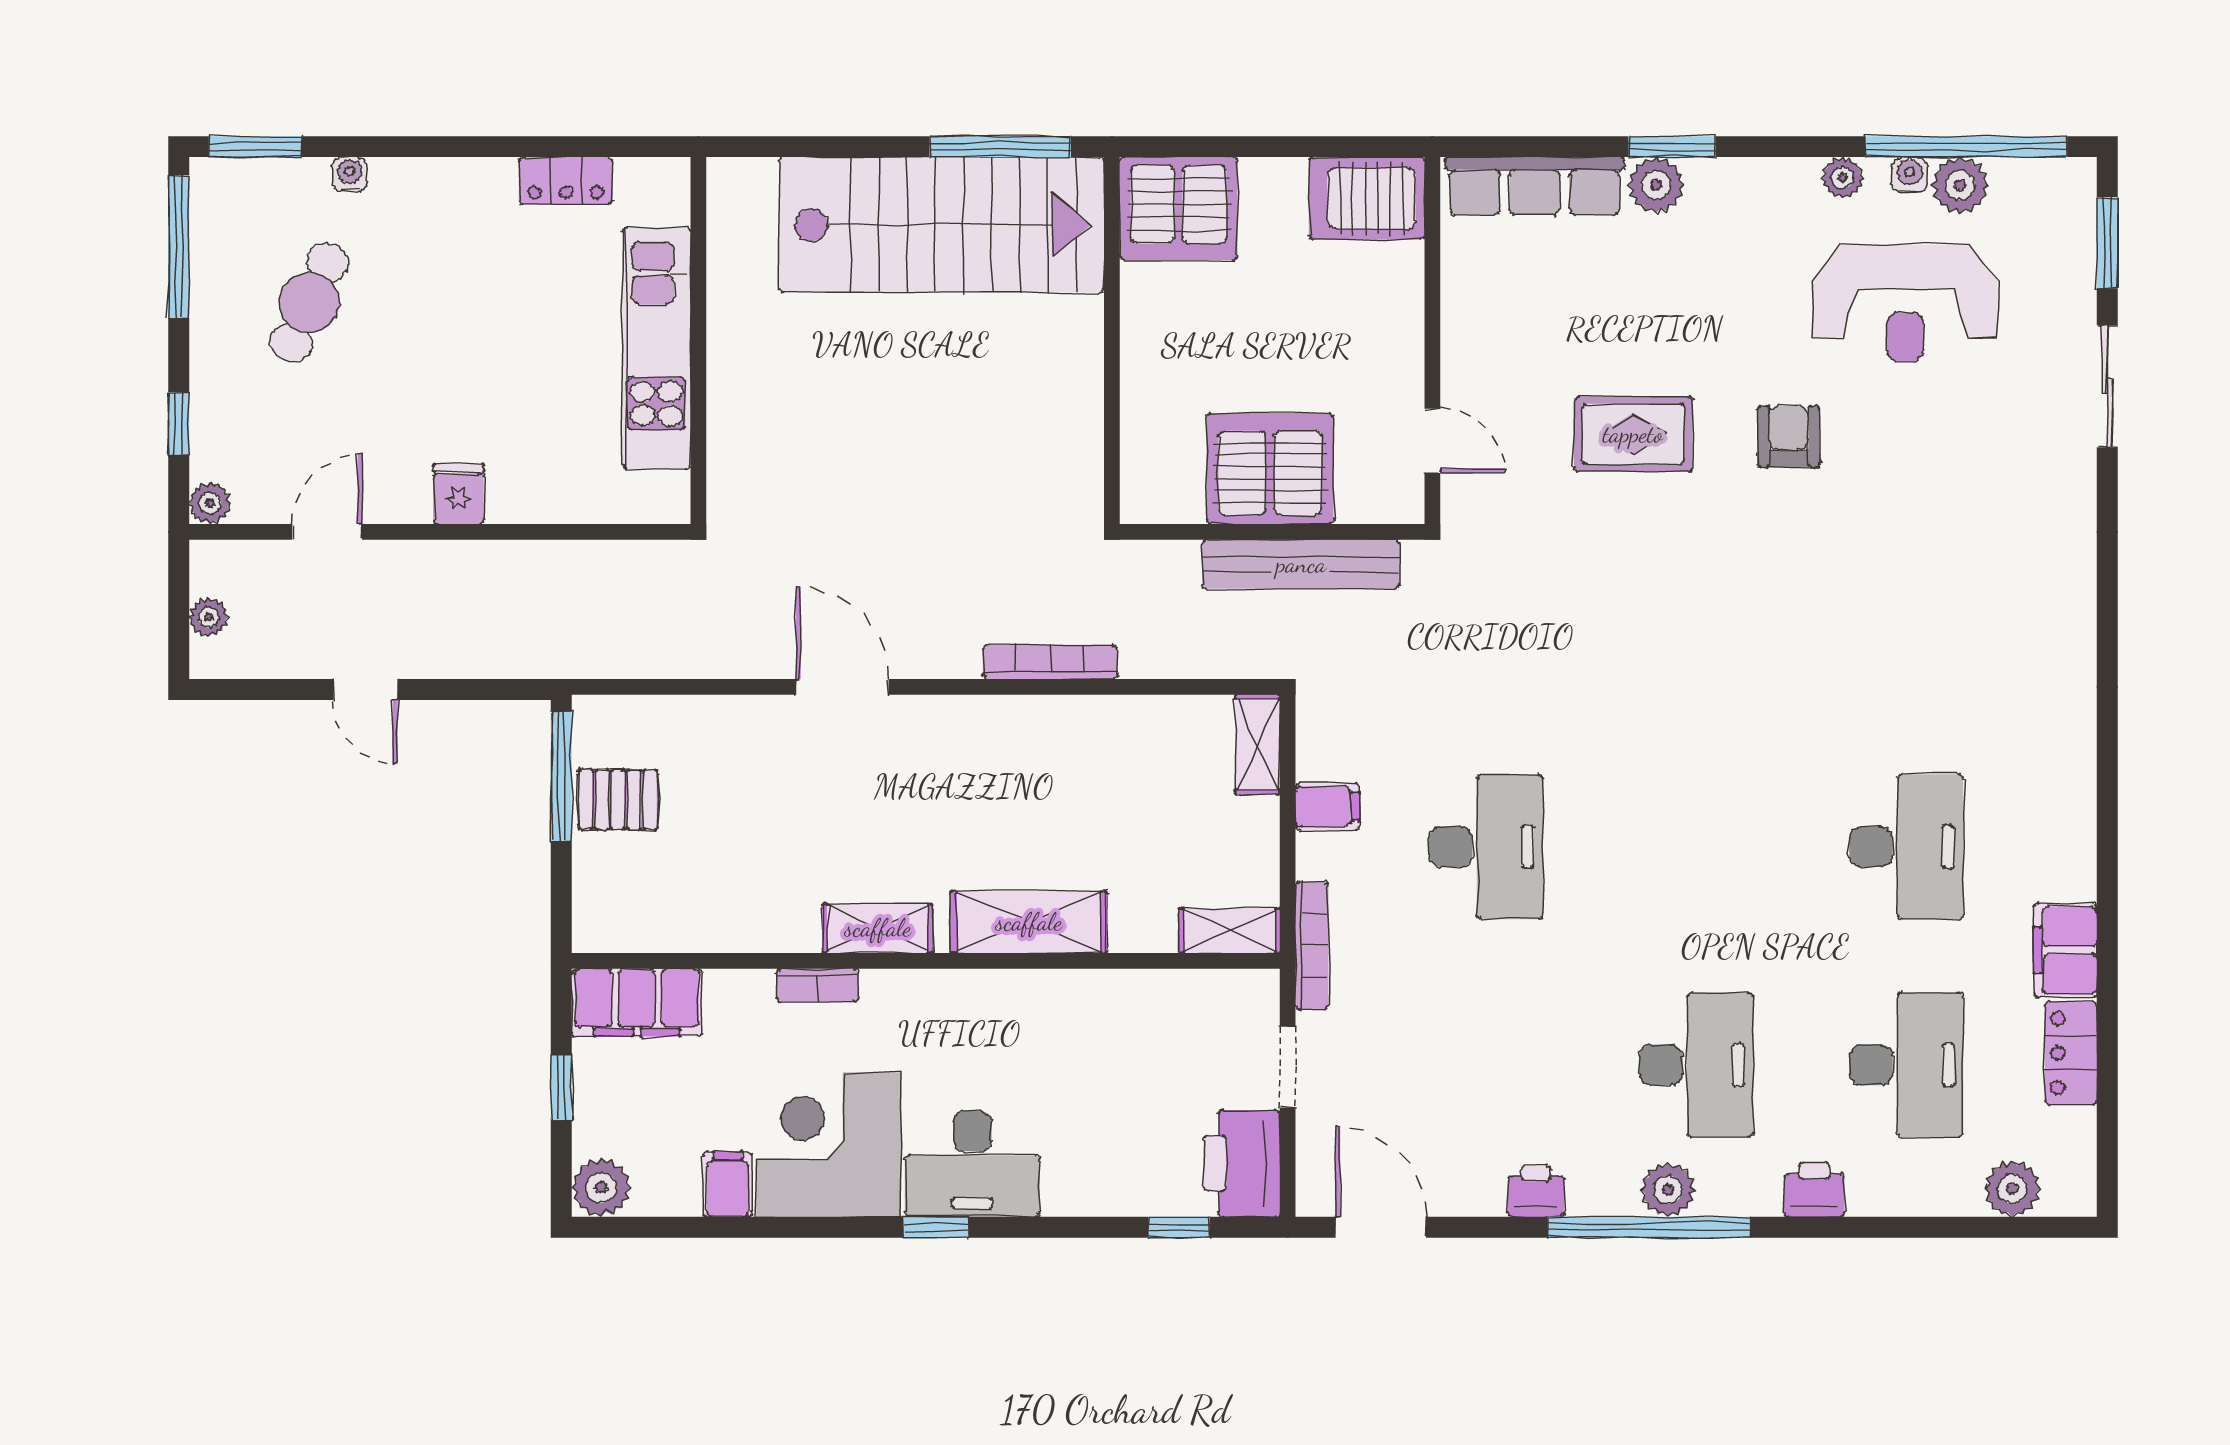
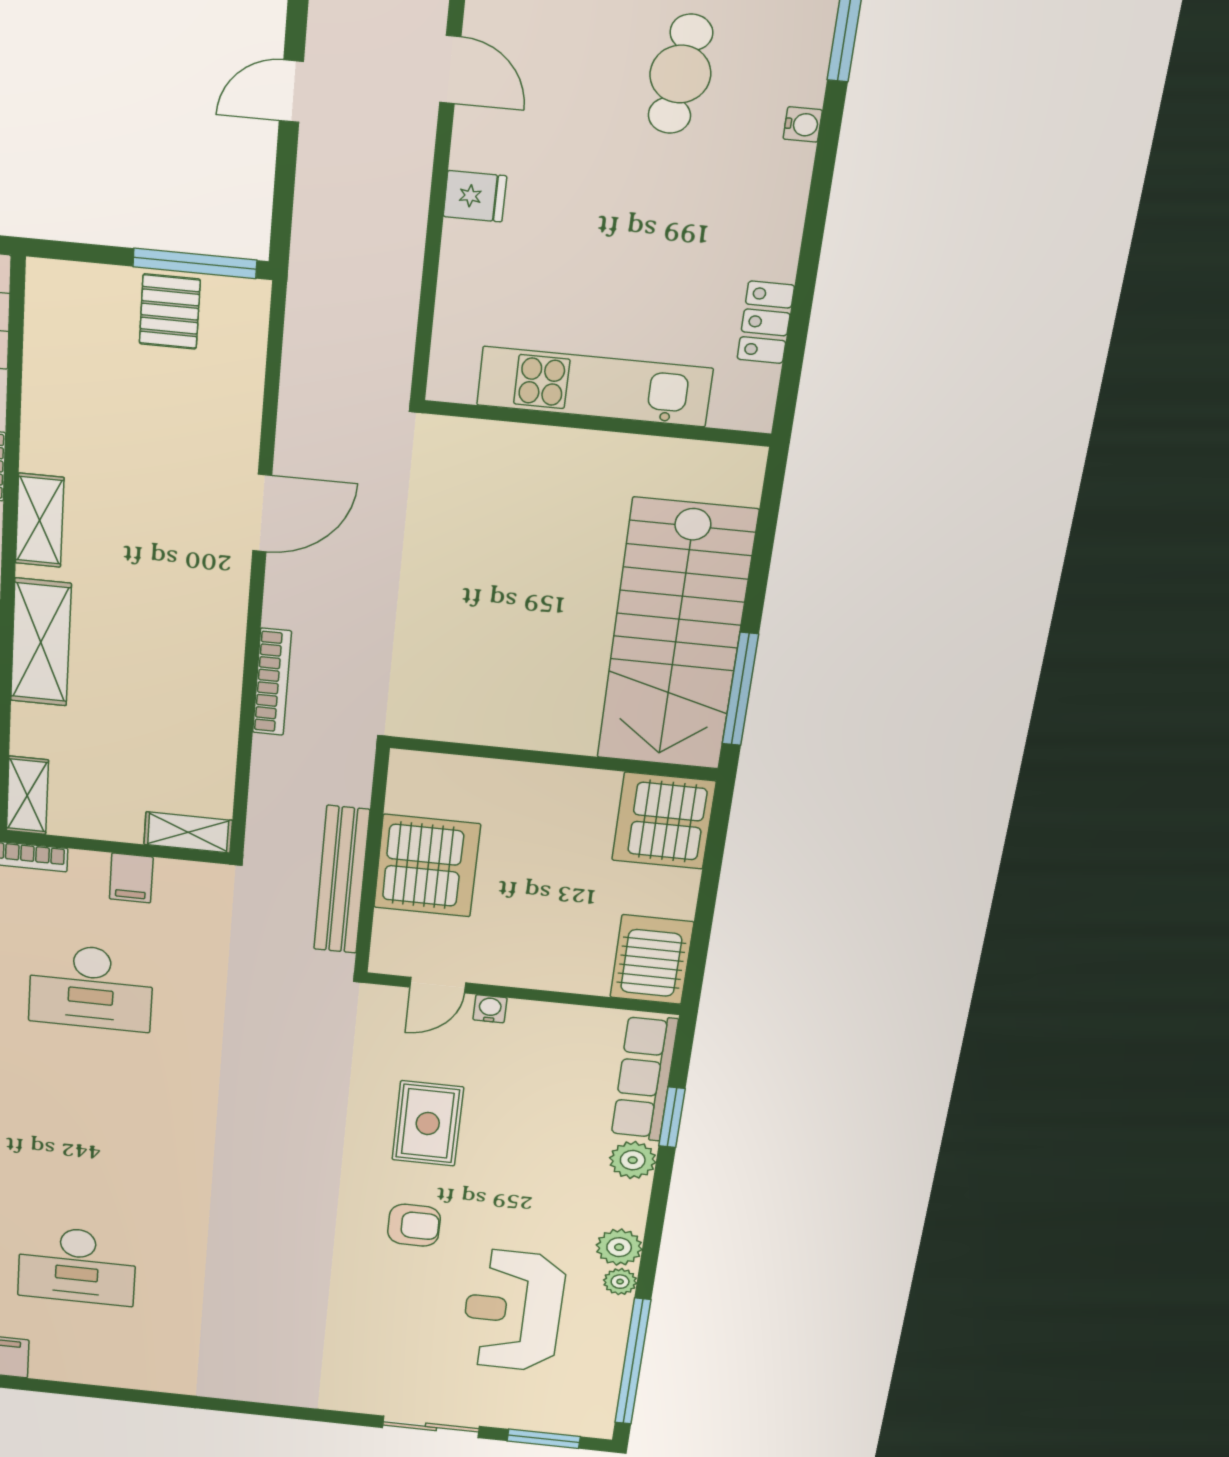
window: (1672, 147) -> (672, 1117), moved
water cooler: (1910, 175) -> (490, 1009), moved, turned -90
plant: (1960, 185) -> (619, 1247), moved
cafe table: (309, 303) -> (680, 74), turned 73

